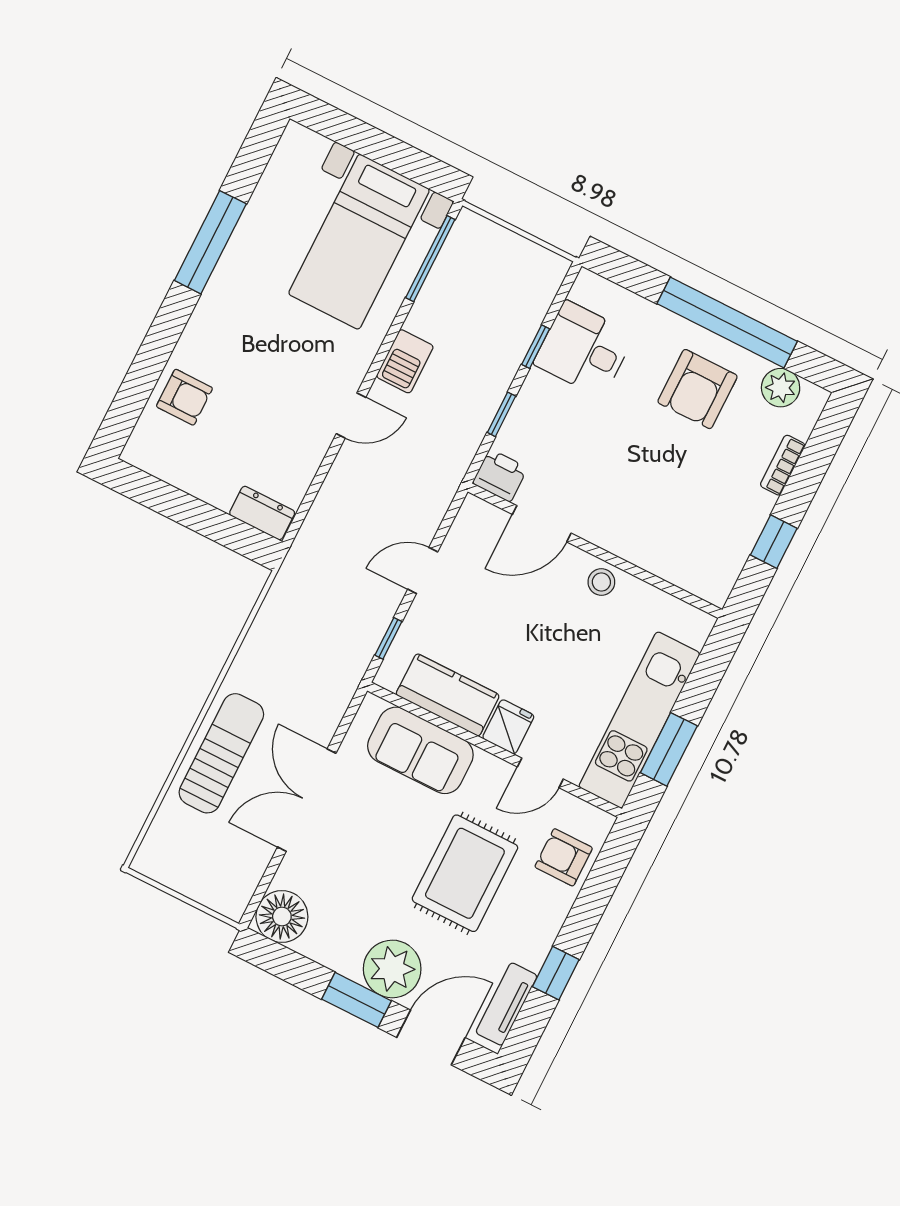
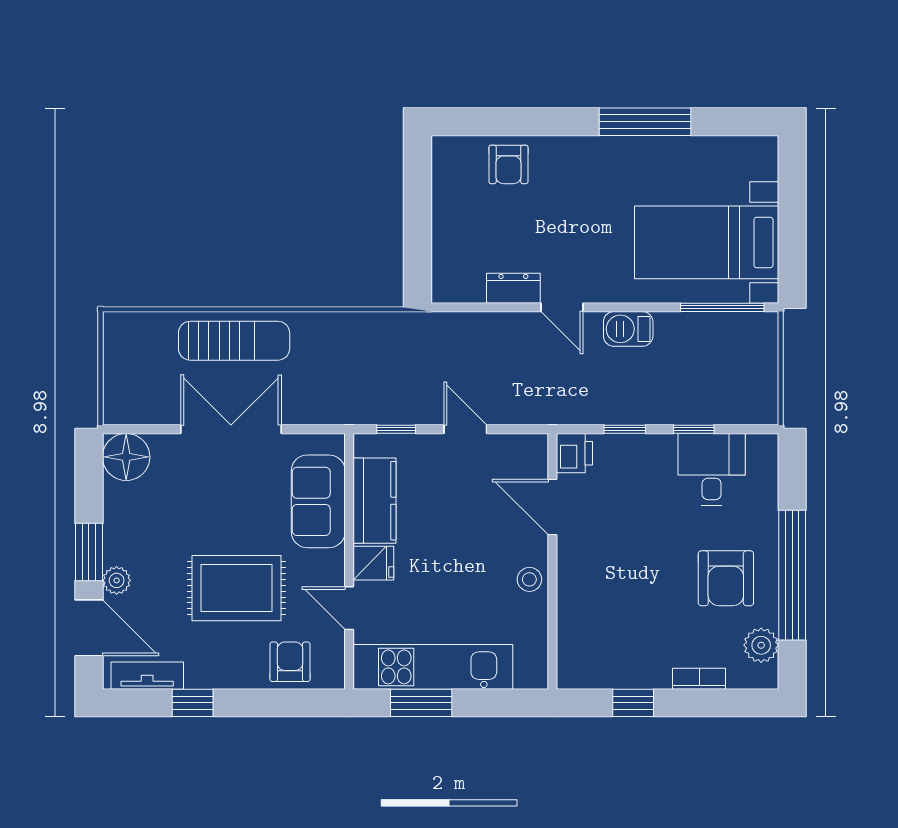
armchair: (698, 389) -> (726, 578), turned -90
dresser: (262, 513) -> (513, 288), moved, turned -90
plant: (392, 969) -> (117, 580), width x0.53, depth x0.53

